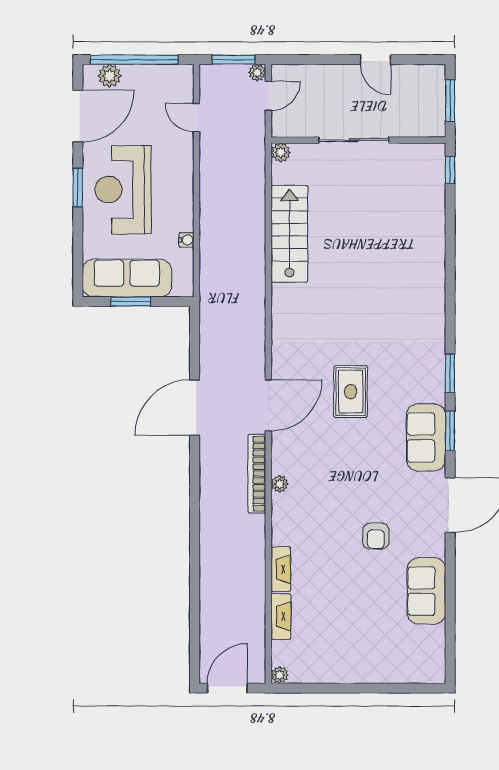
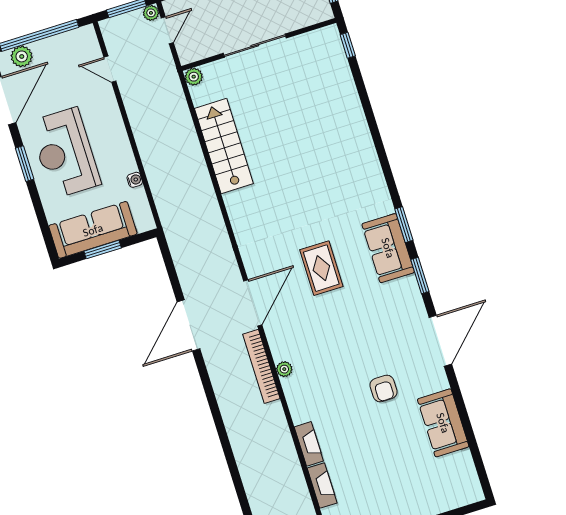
sofa: (426, 437) -> (388, 248), moved

